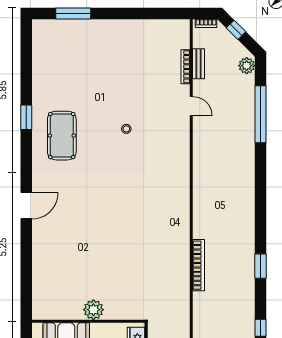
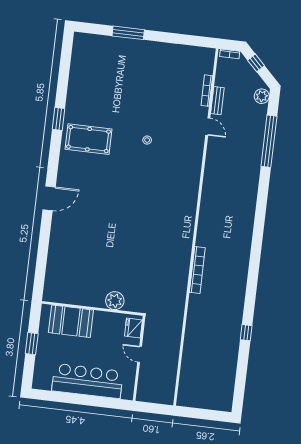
window: (73, 13) -> (128, 33), moved
bench: (199, 64) -> (217, 101), moved
pool table: (62, 136) -> (88, 139), turned 90
window: (260, 266) -> (253, 277), removed
plant: (93, 310) -> (115, 301), moved

